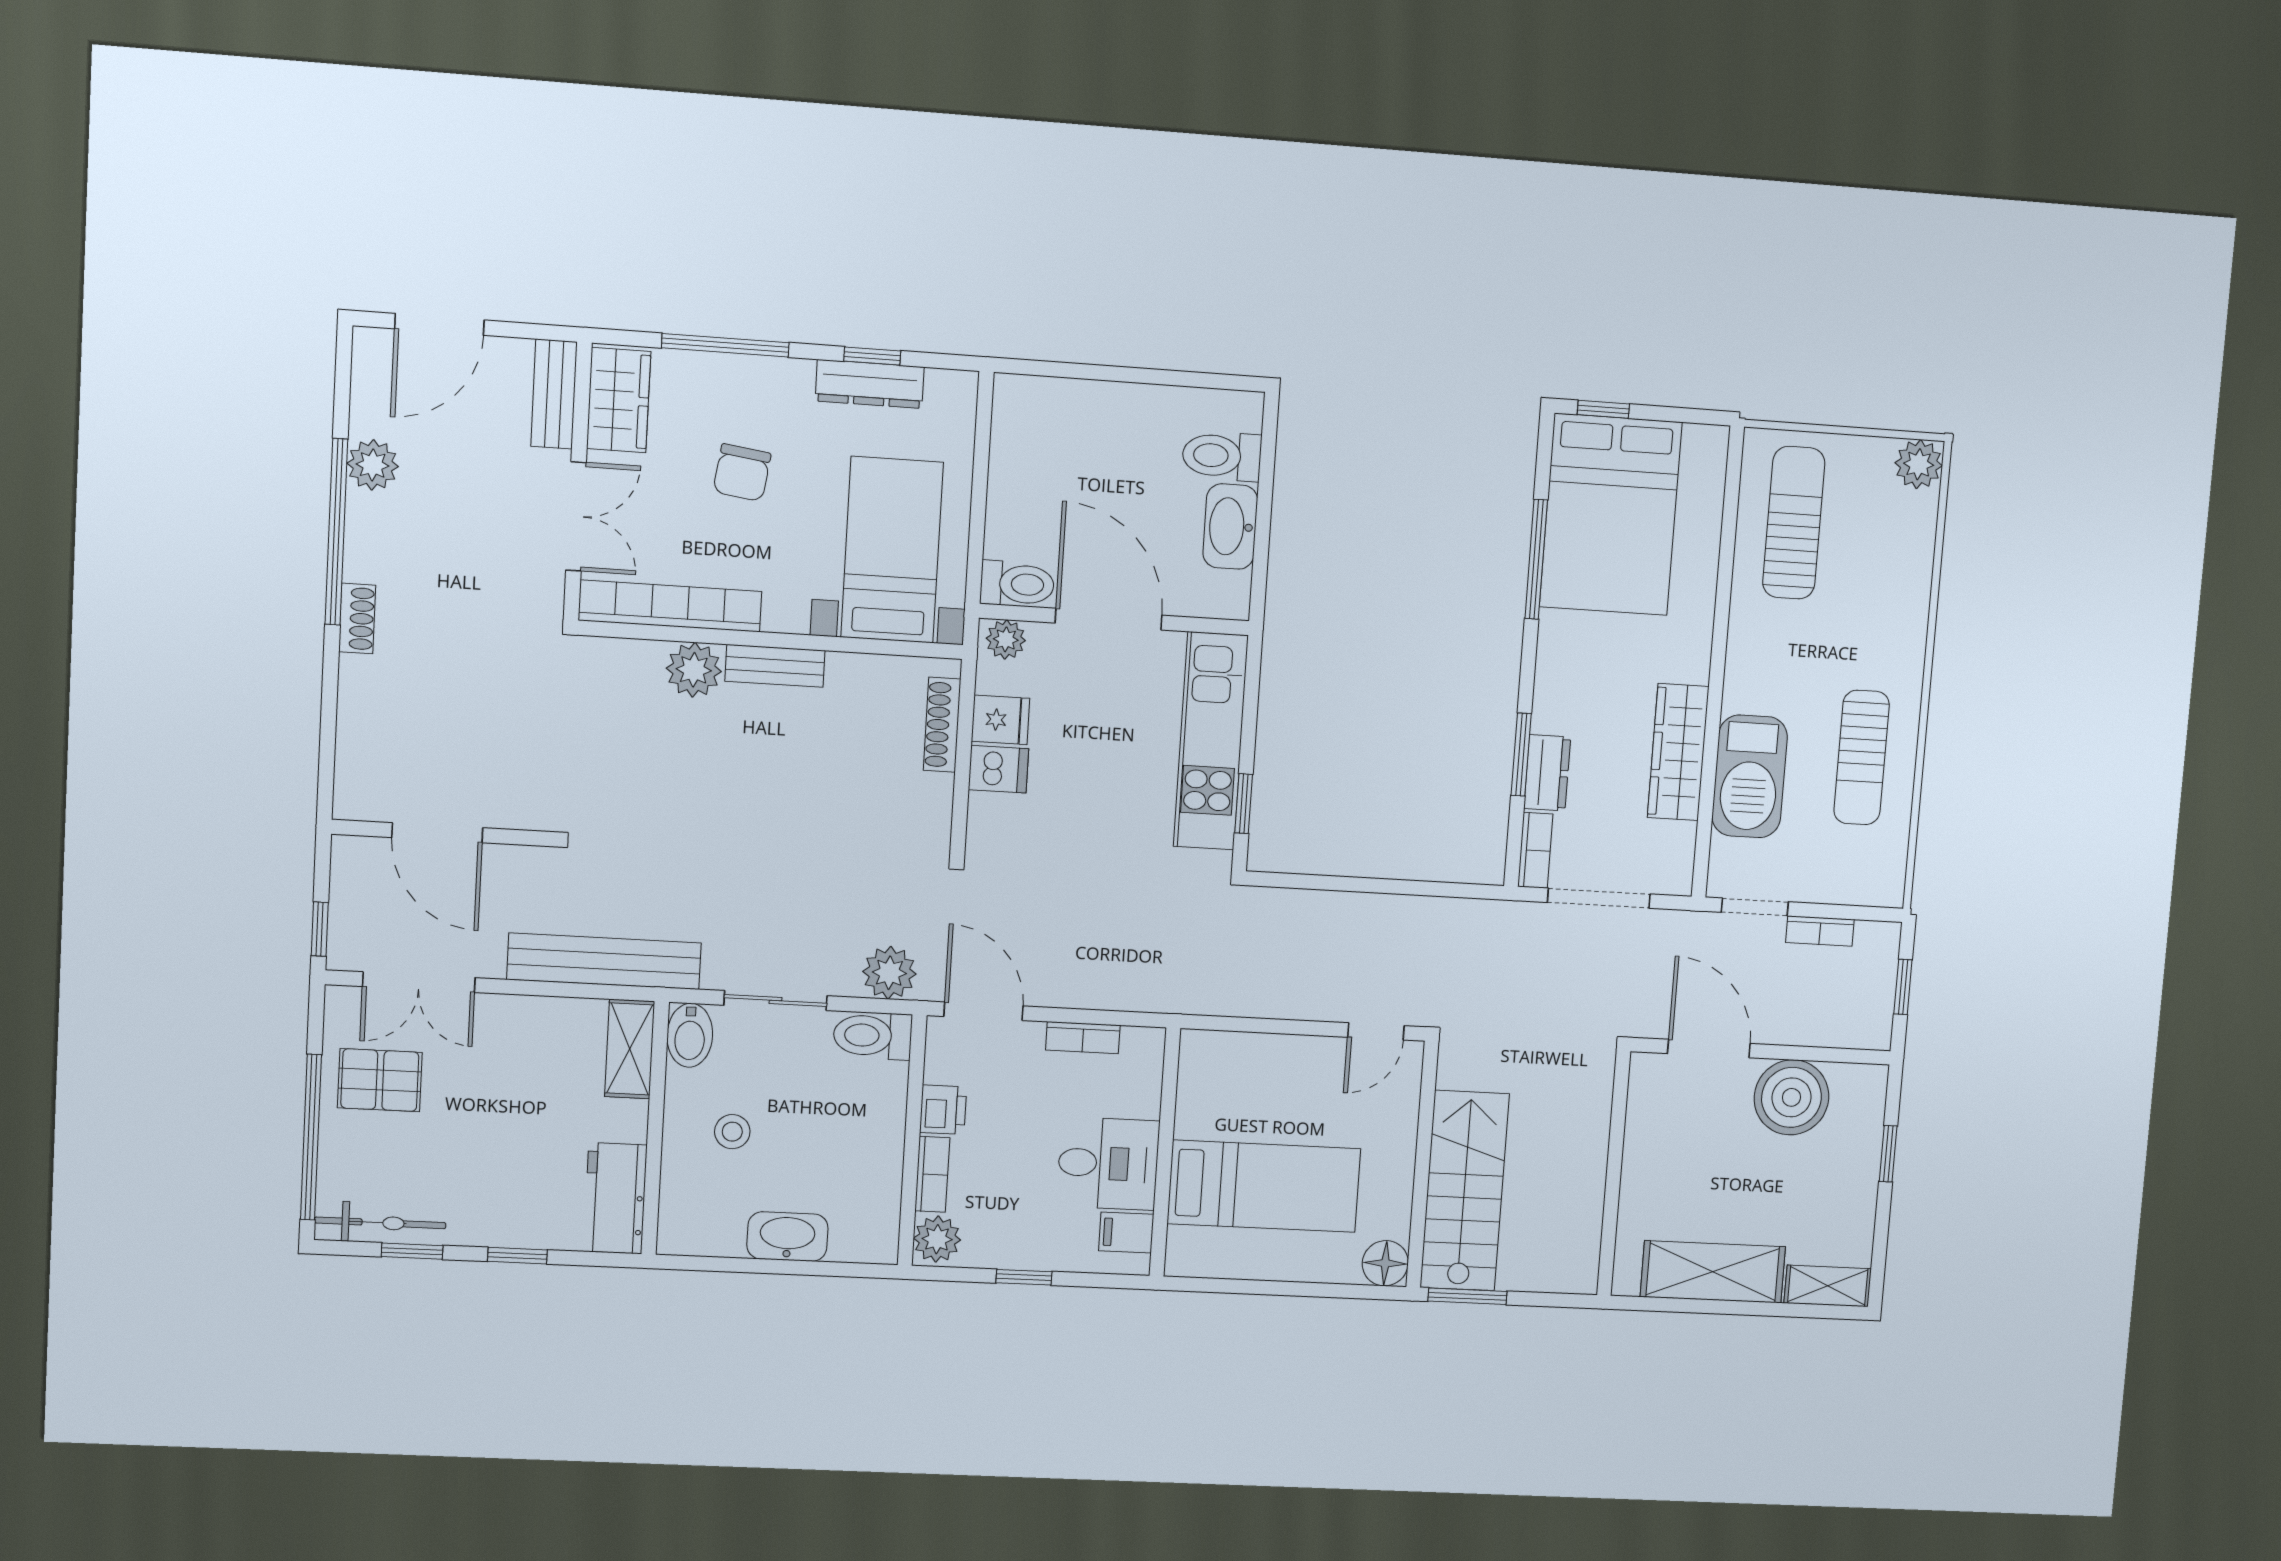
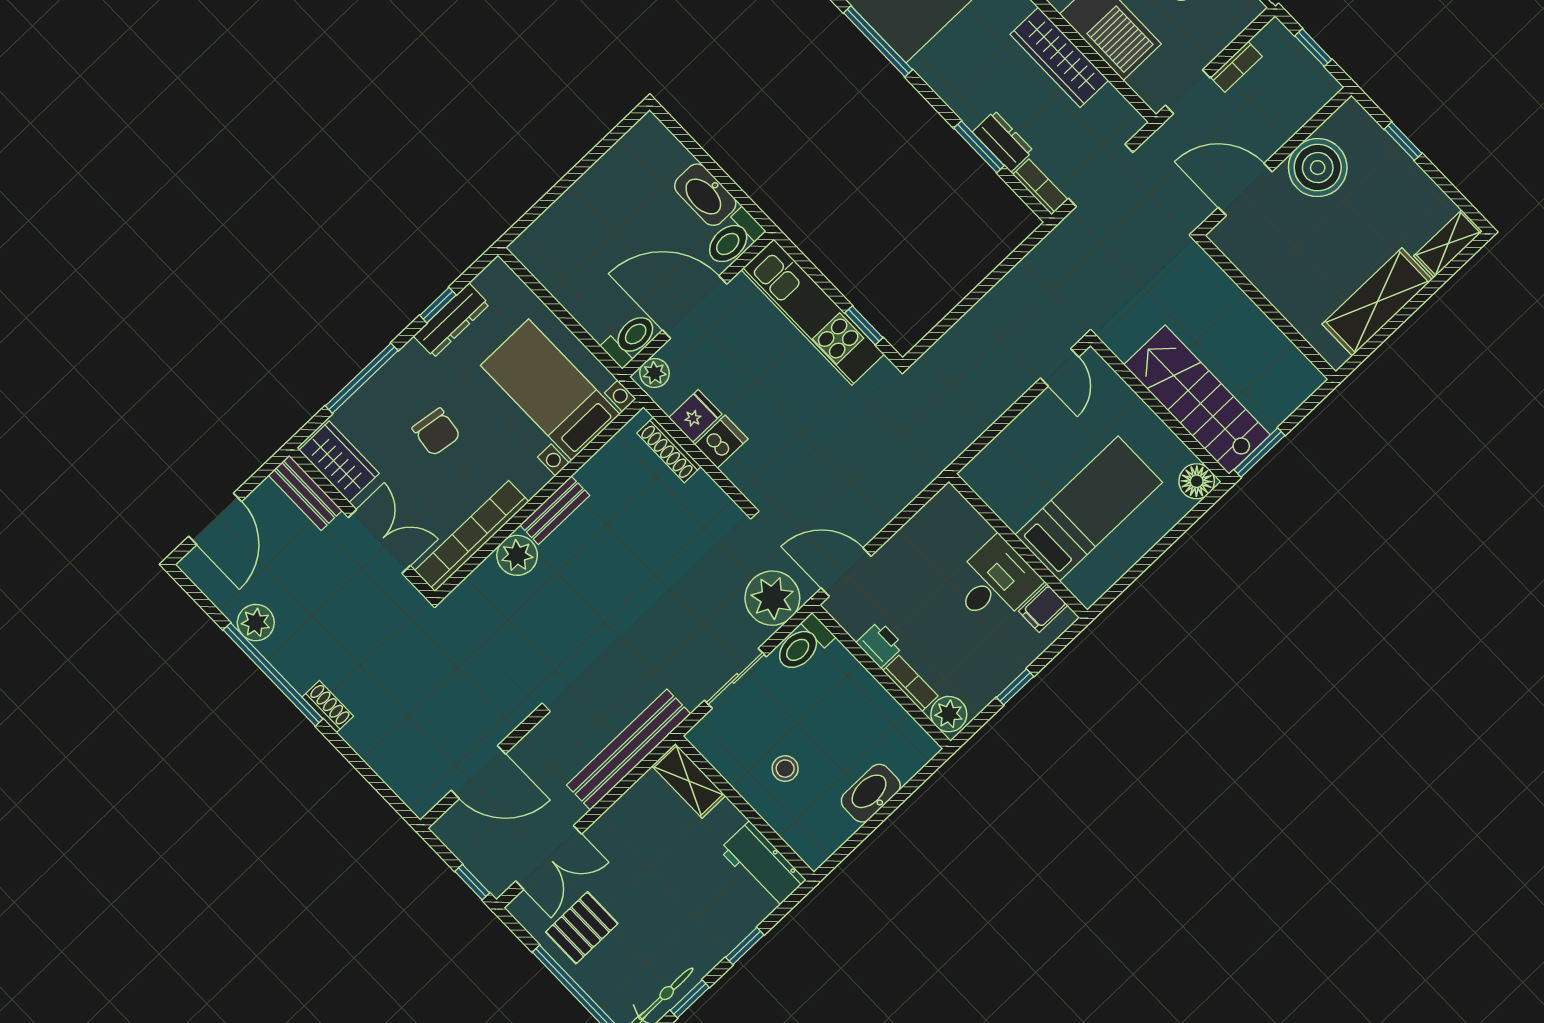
toilet: (1222, 456) -> (734, 238), moved
plant: (889, 973) -> (772, 598), width x1.36, depth x1.36
bidet: (690, 1035) -> (711, 742), removed
bookcase: (1083, 1038) -> (912, 532), removed

